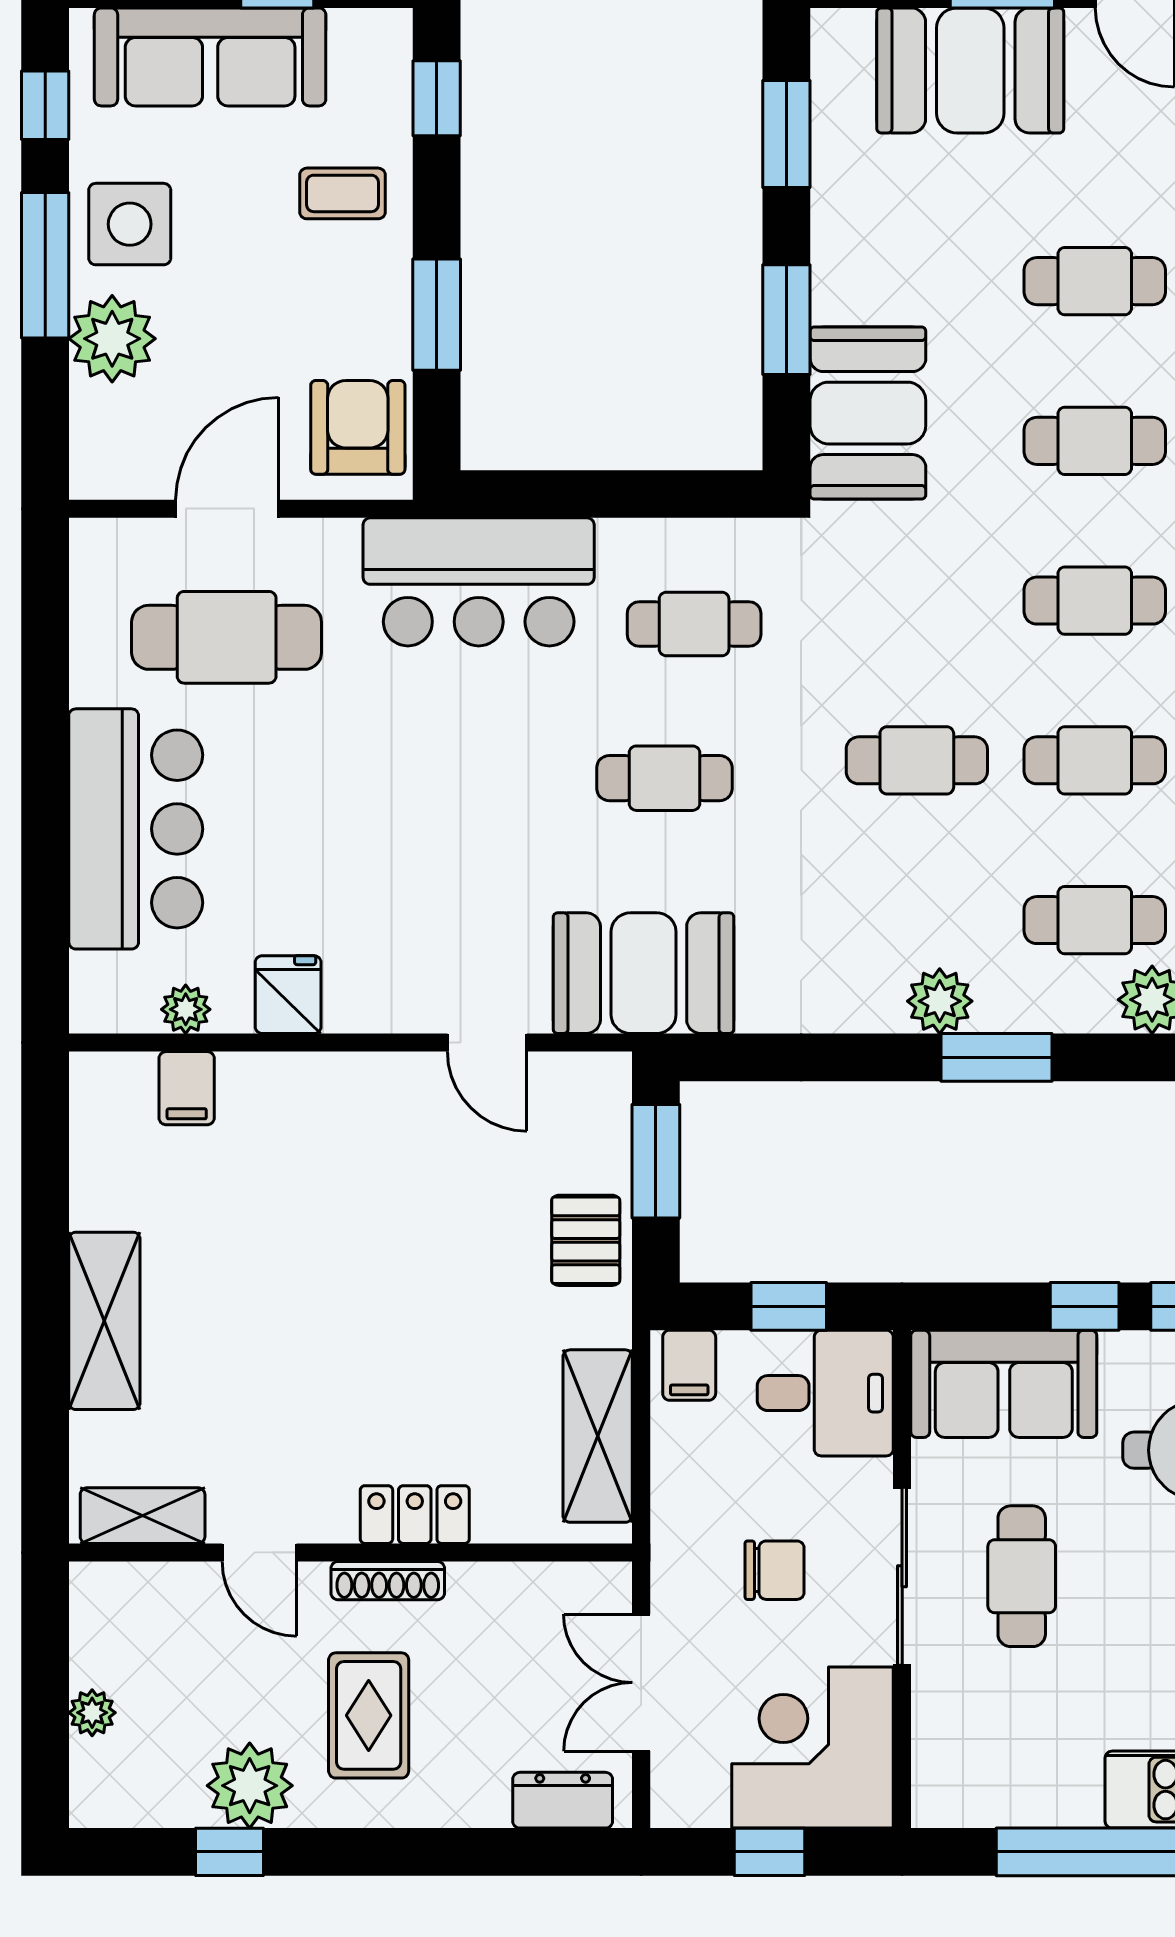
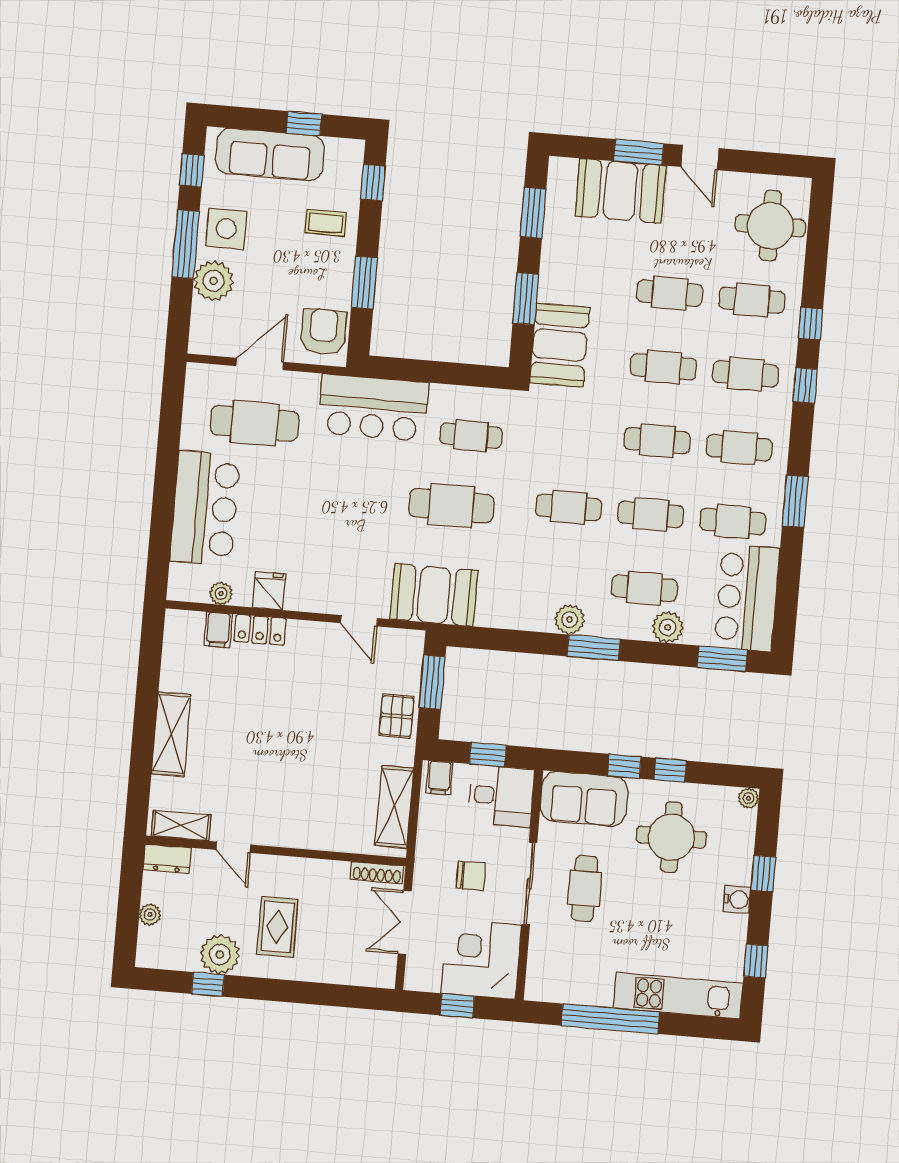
cafe table: (664, 778) -> (451, 506), width x1.37, depth x1.35
locker: (415, 1515) -> (260, 630), moved, turned 180
shoe rack: (388, 1581) -> (377, 873), moved
dresser: (563, 1800) -> (167, 859), moved, turned 180

